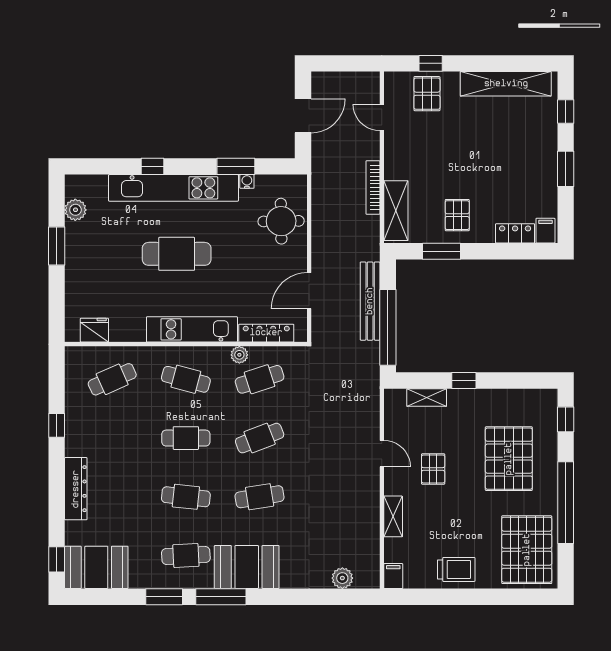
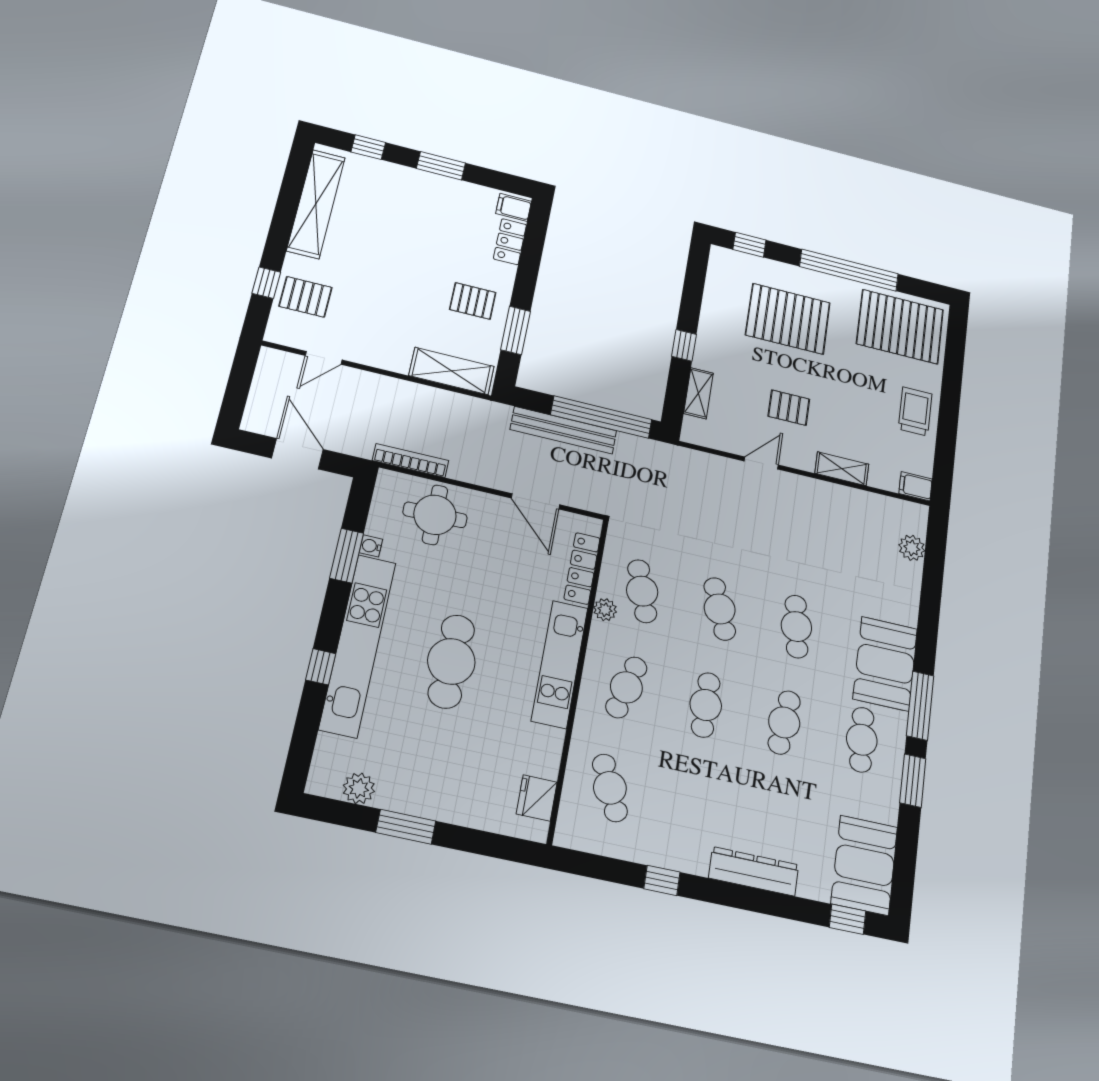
bookcase: (373, 187) -> (411, 460), moved, turned 180

